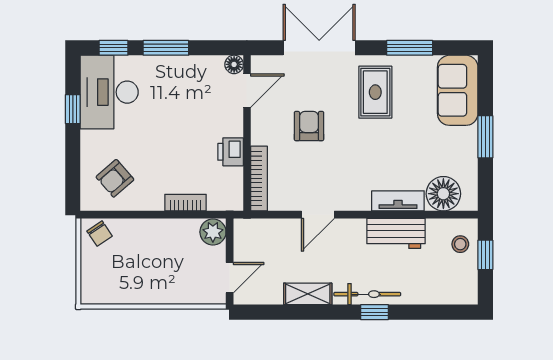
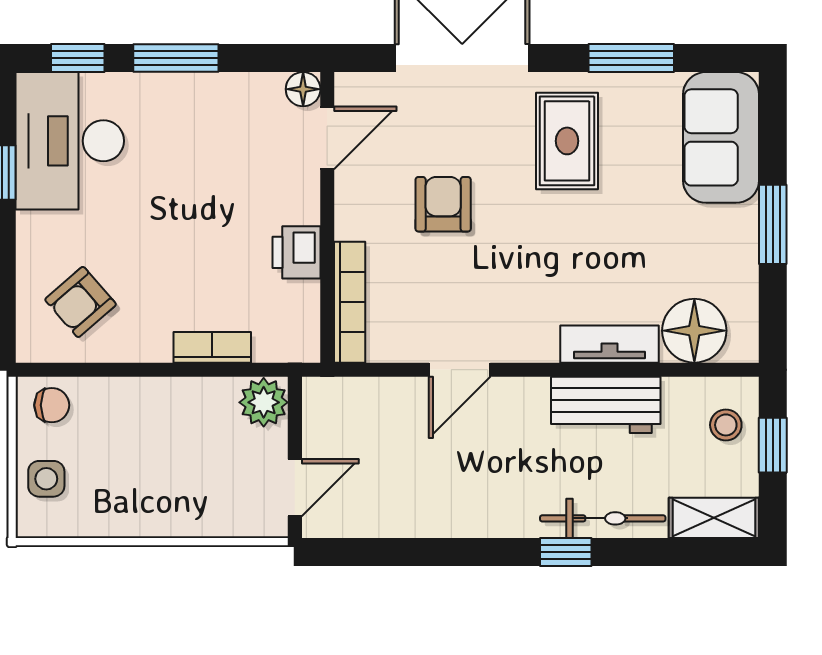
chair: (100, 234) -> (52, 405), turned -56
side table: (97, 273) -> (46, 479), added
shelving: (308, 294) -> (714, 518), moved
bicycle: (367, 294) -> (603, 518), moved

